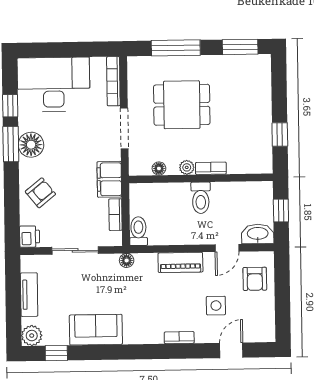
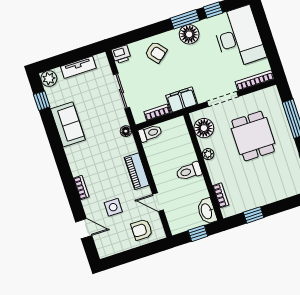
floor lamp: (159, 168) -> (204, 128), width x1.89, depth x1.89
bookcase: (211, 168) -> (221, 195), moved
washbasin: (258, 234) -> (207, 211), moved, turned 180

